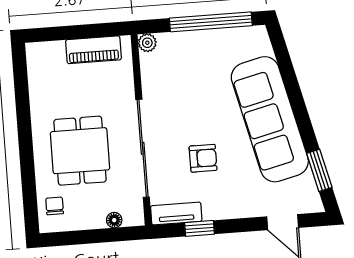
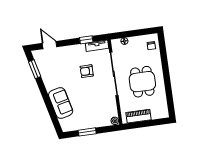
window: (211, 22) -> (87, 132), width x0.47
sofa: (270, 119) -> (61, 103), width x0.54, depth x0.79
dining table: (80, 151) -> (142, 82), moved

